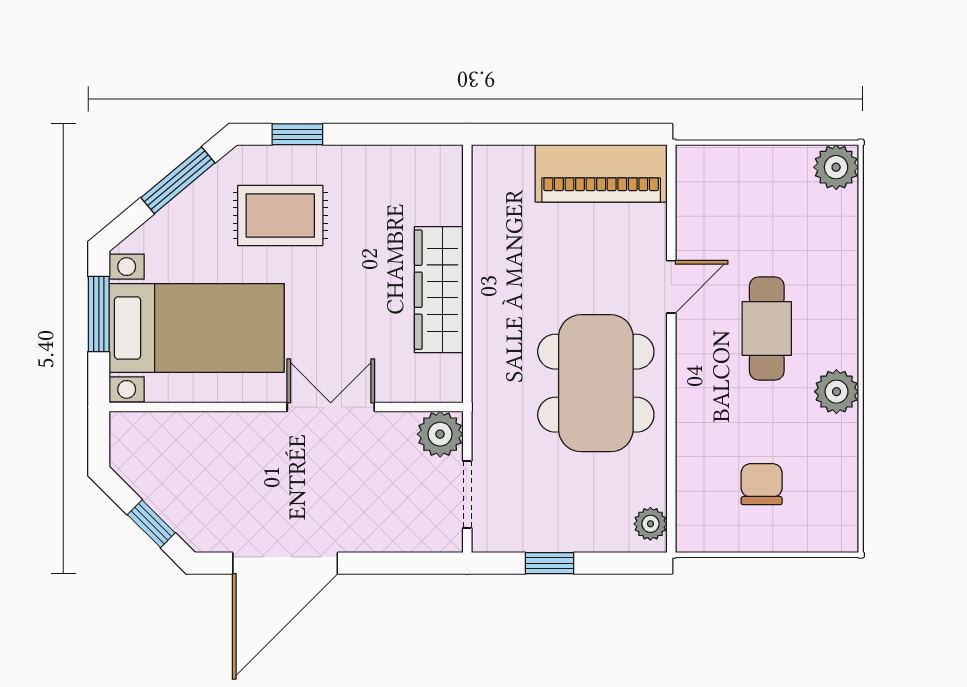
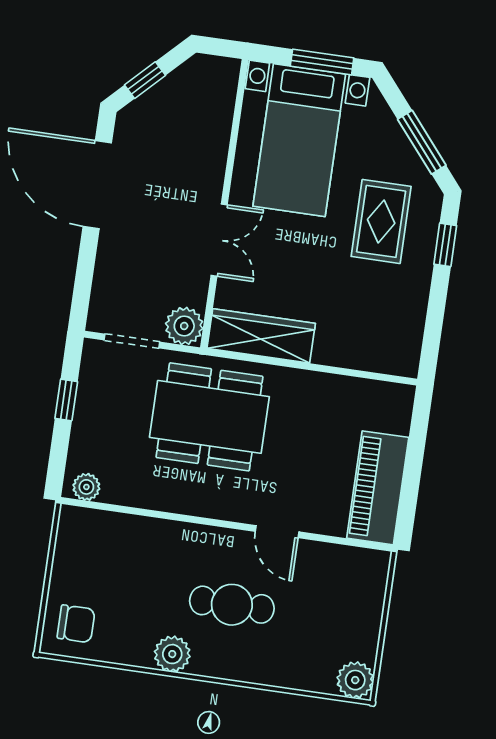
wardrobe: (439, 290) -> (261, 336), moved
dining table: (596, 383) -> (209, 417), moved
chair: (762, 484) -> (76, 624), moved

